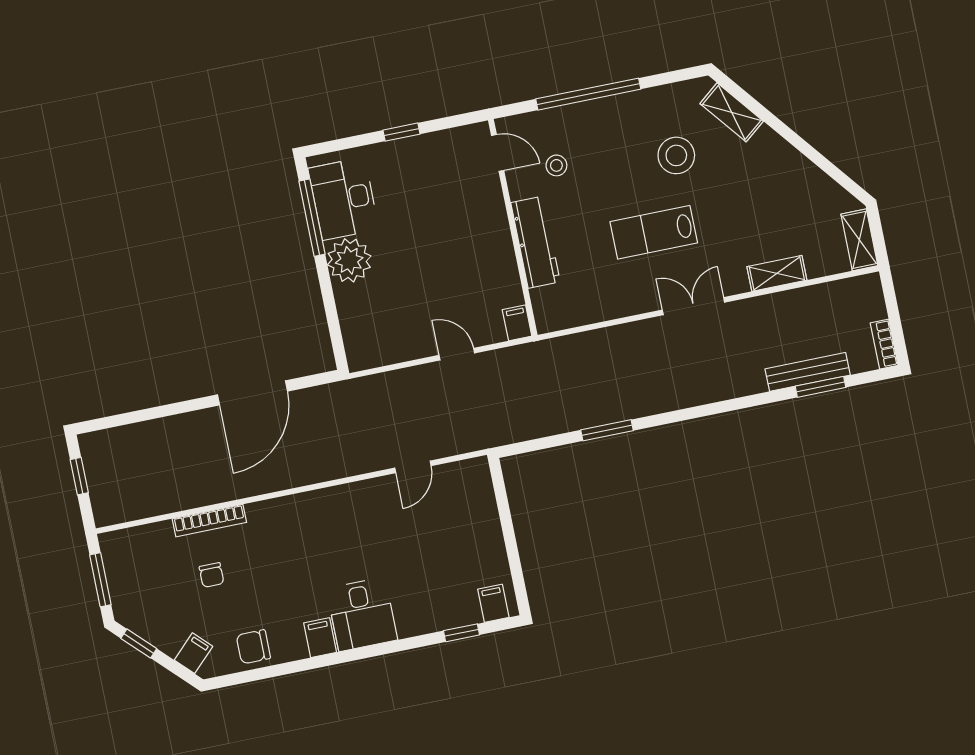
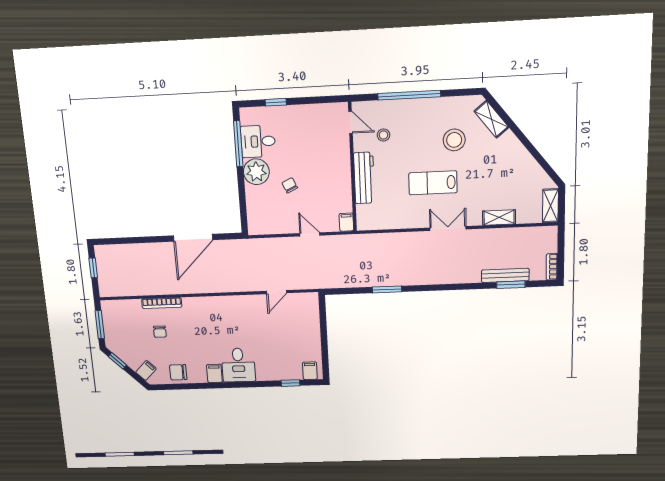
window: (401, 132) -> (276, 102), moved
desk: (343, 199) -> (258, 141), width x0.73
chair: (410, 275) -> (290, 185), added

